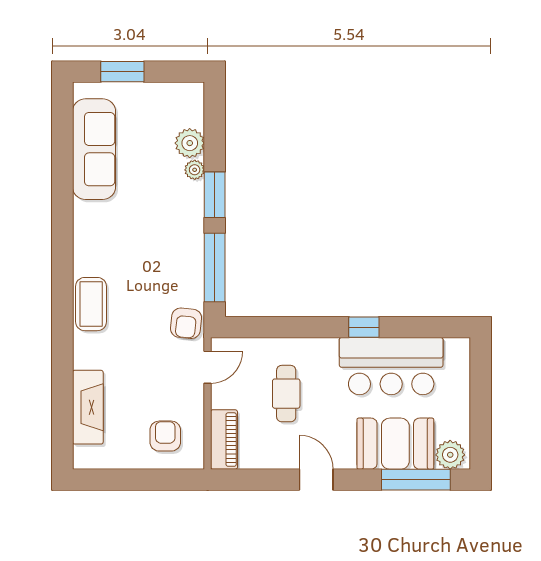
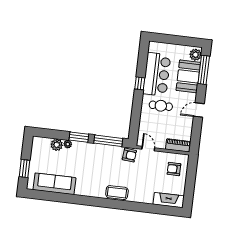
cafe table: (286, 394) -> (161, 106), moved
fireplace: (88, 407) -> (169, 200), moved

